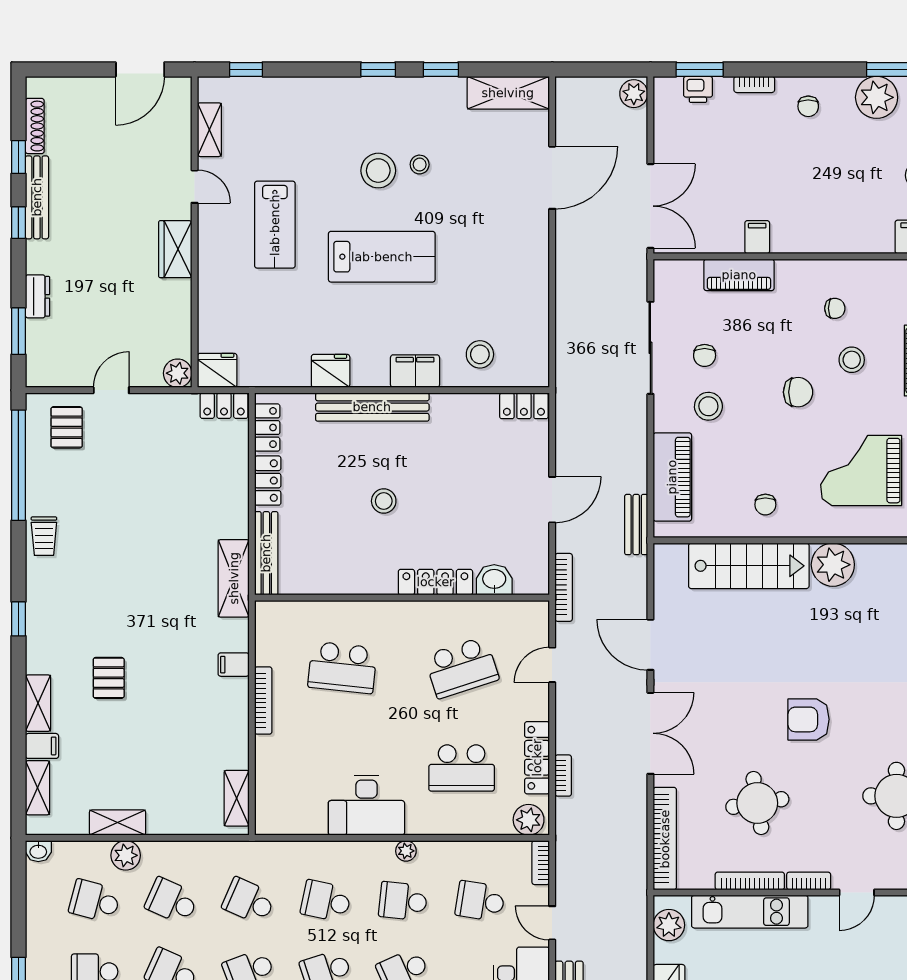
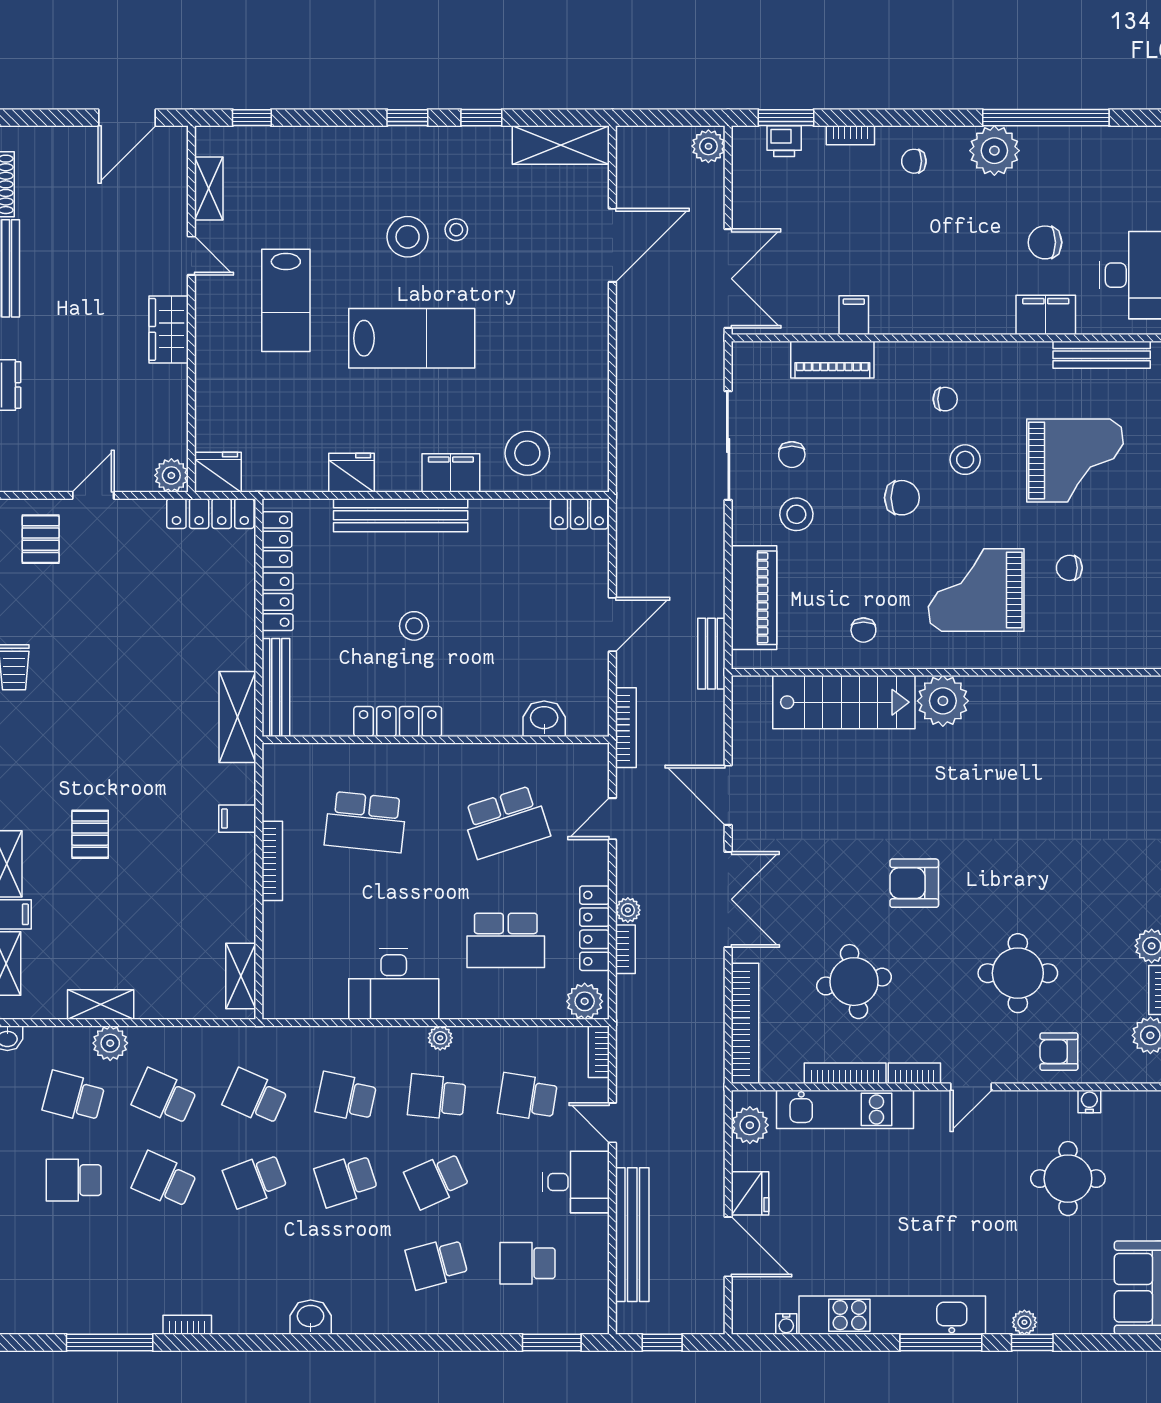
chair: (808, 106) -> (914, 161), turned 90
stool: (480, 354) -> (527, 453), width x1.38, depth x1.38
locker: (224, 406) -> (210, 514), width x1.53
locker: (435, 582) -> (398, 721), moved
plant: (565, 742) -> (628, 910), added

